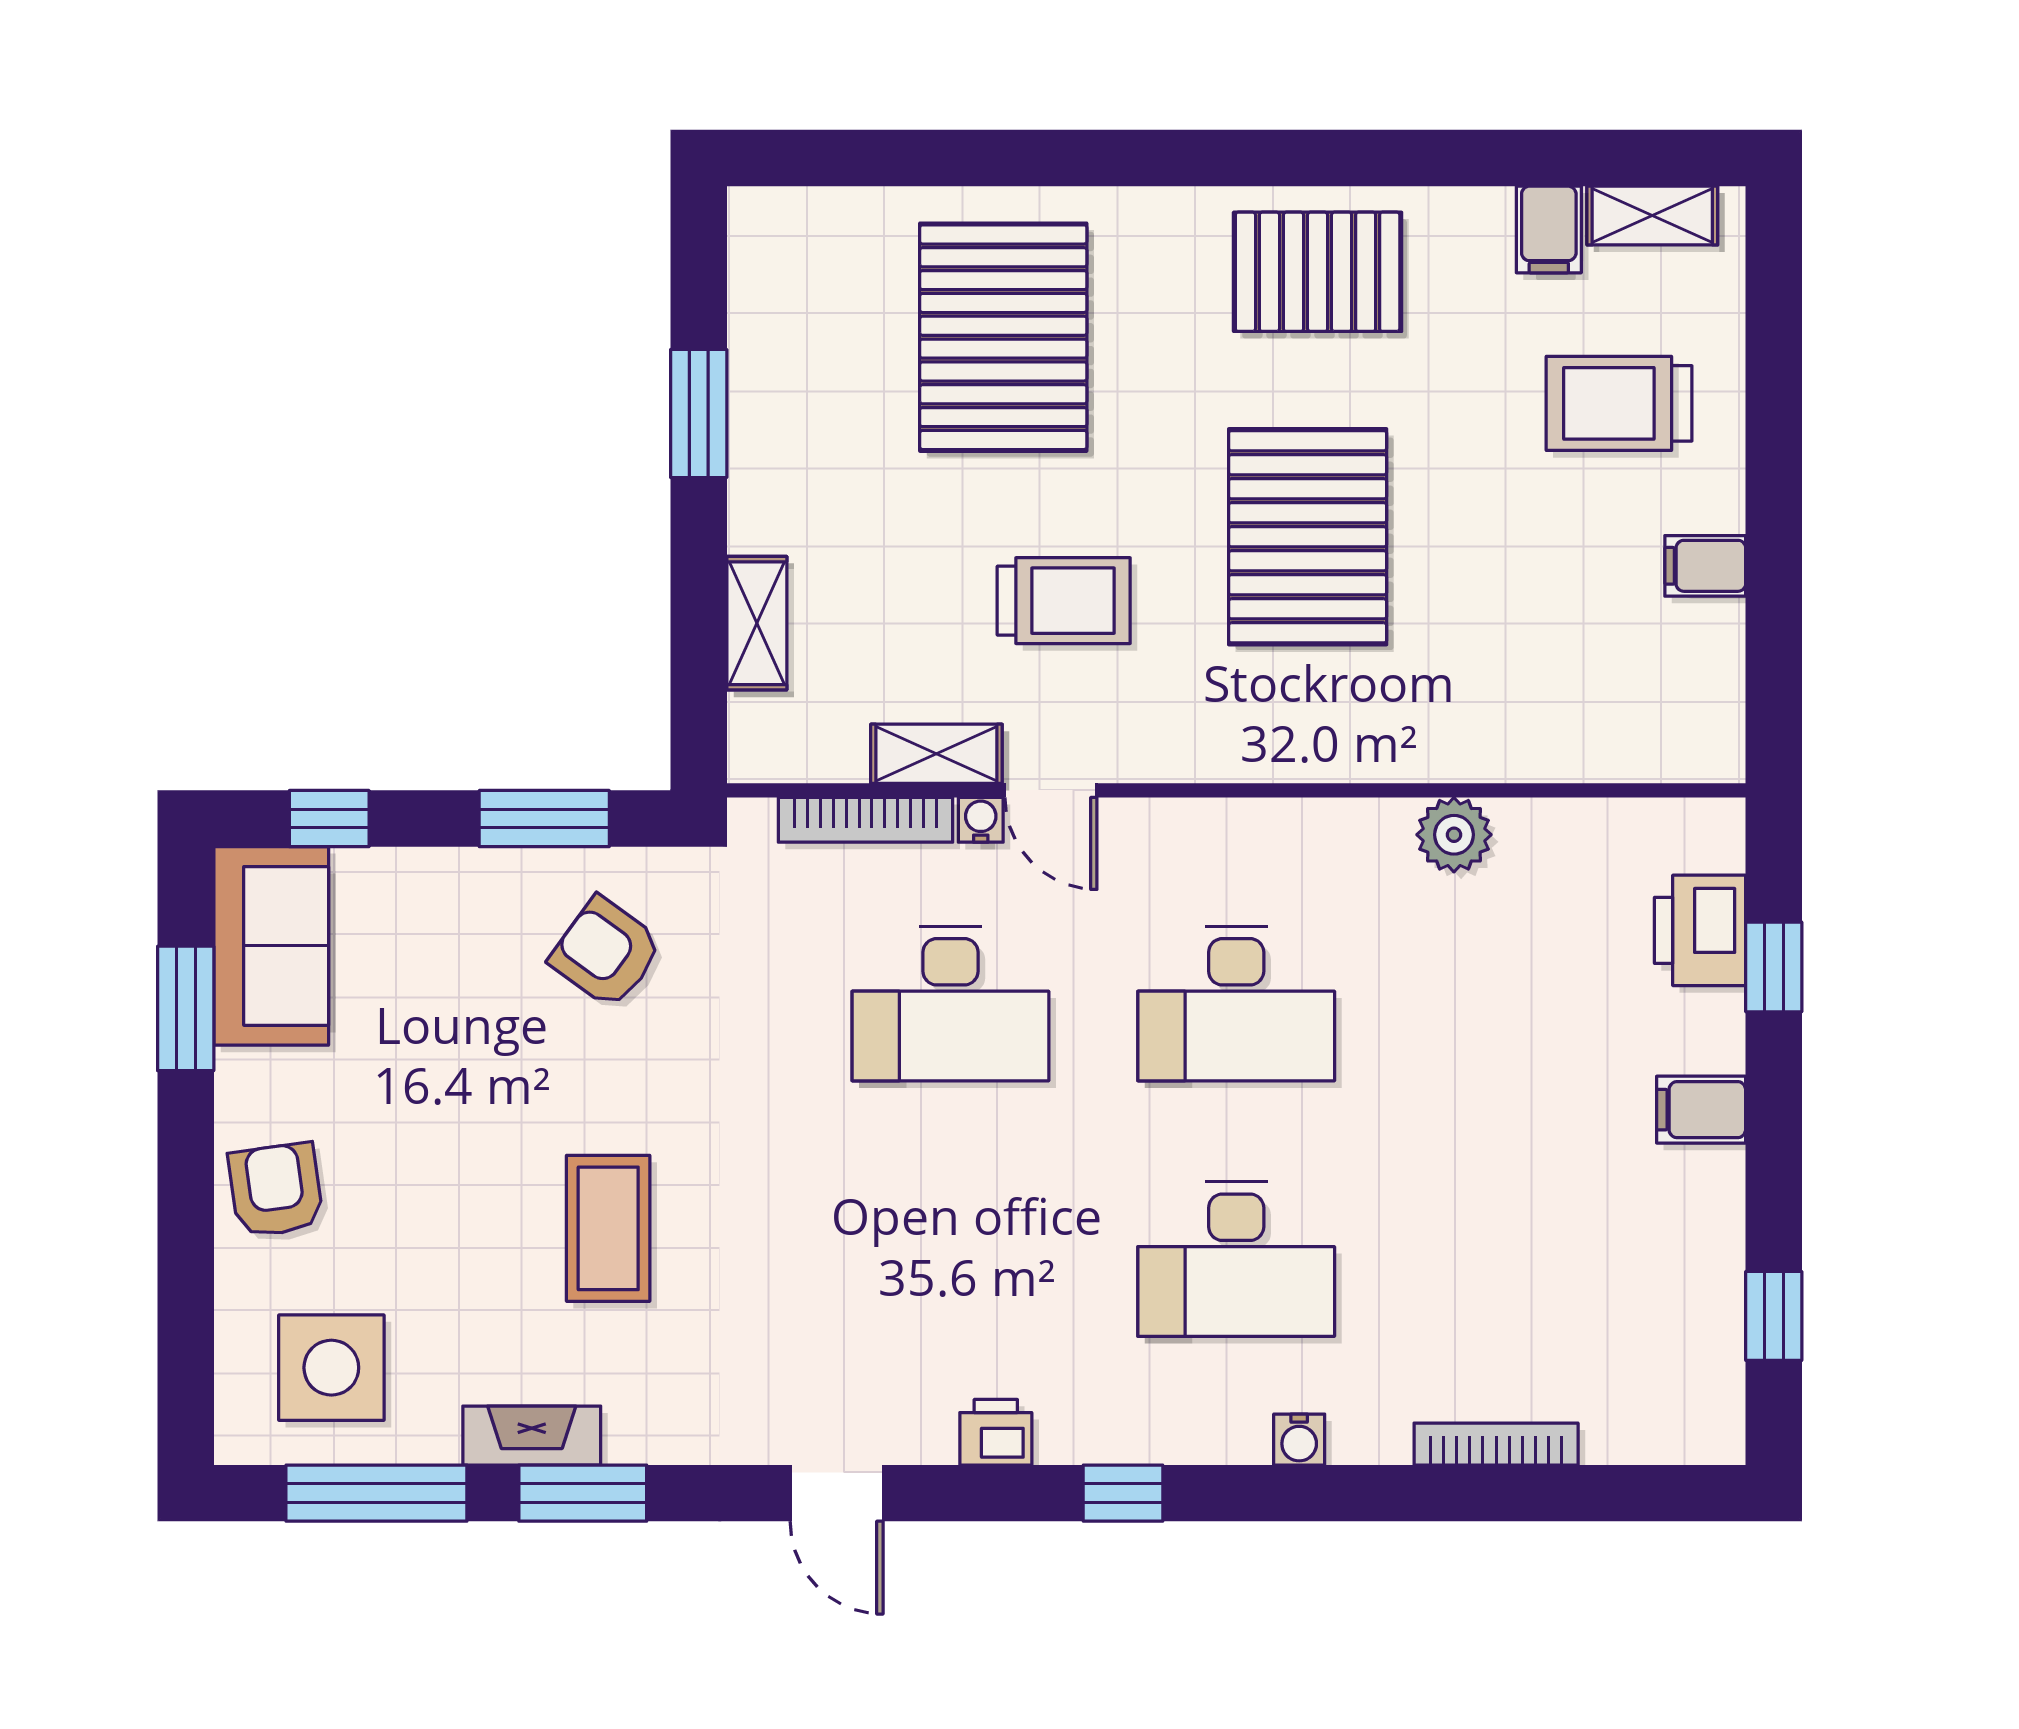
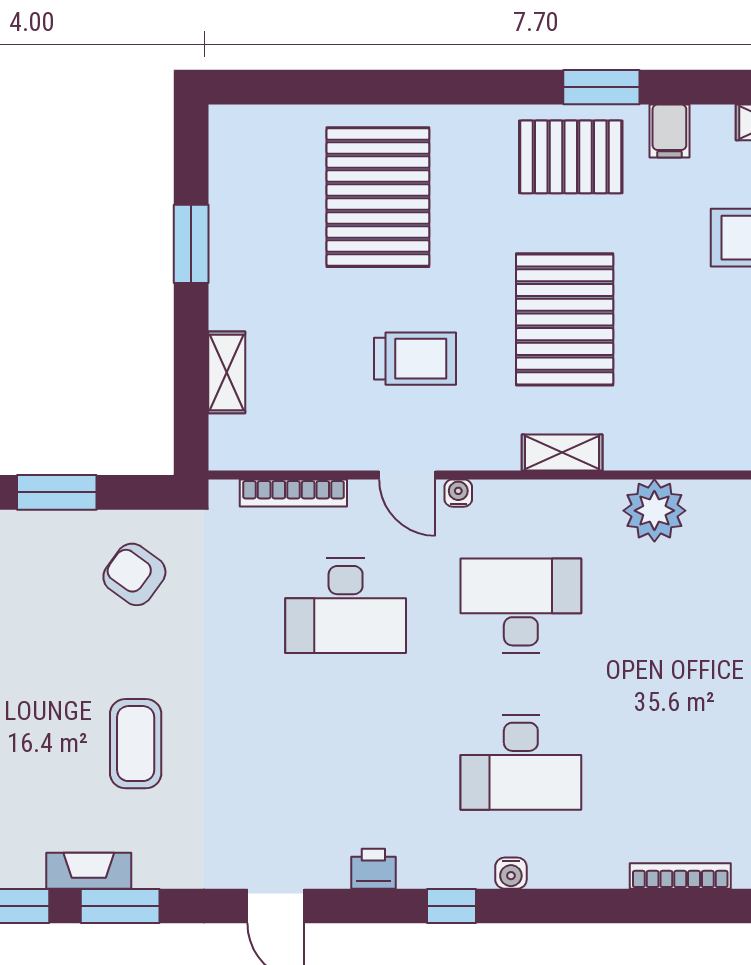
window: (1367, 158) -> (601, 87), added
filing cabinet: (1549, 229) -> (669, 131), moved
shelving: (936, 754) -> (562, 453), moved
window: (544, 819) -> (57, 492), moved
water cooler: (981, 820) -> (458, 493), moved
plant: (1454, 835) -> (654, 511), width x1.36, depth x1.36
desk: (1236, 1004) -> (521, 606), turned 180
water cooler: (1299, 1440) -> (511, 873), moved

